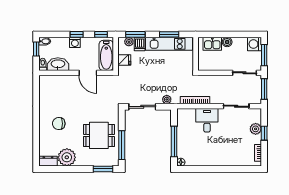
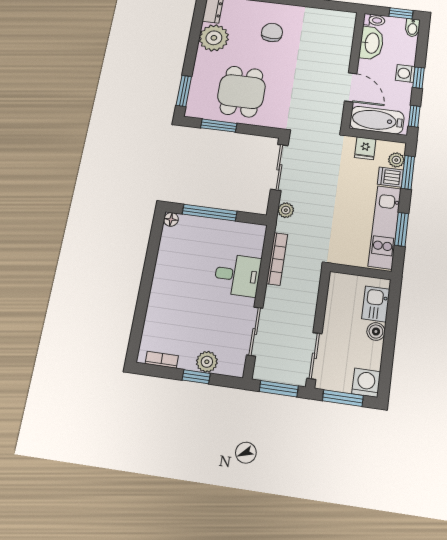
door: (88, 73) -> (351, 87), swing flipped
window: (122, 145) -> (219, 126), width x0.69

